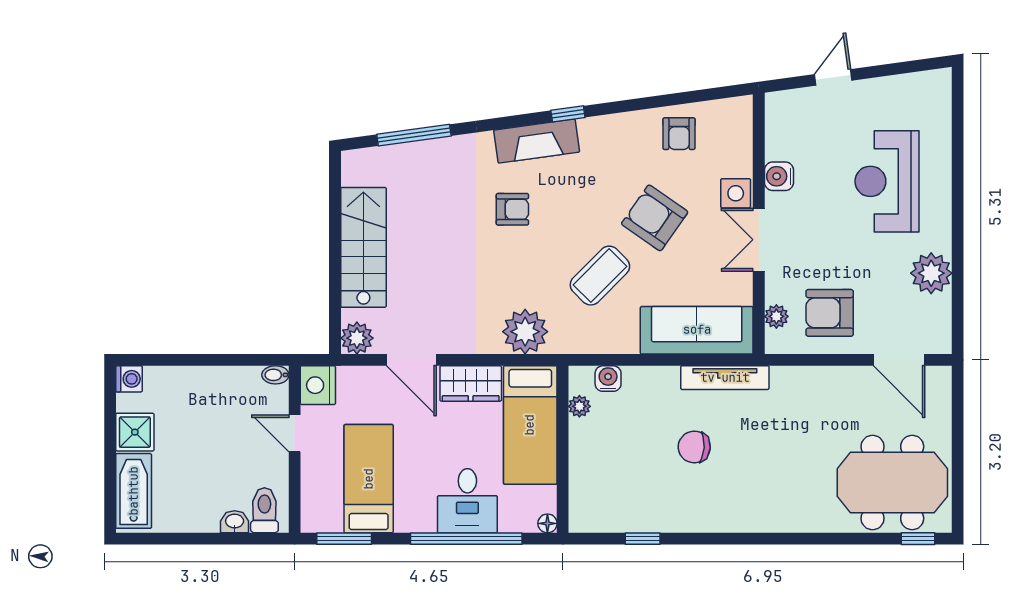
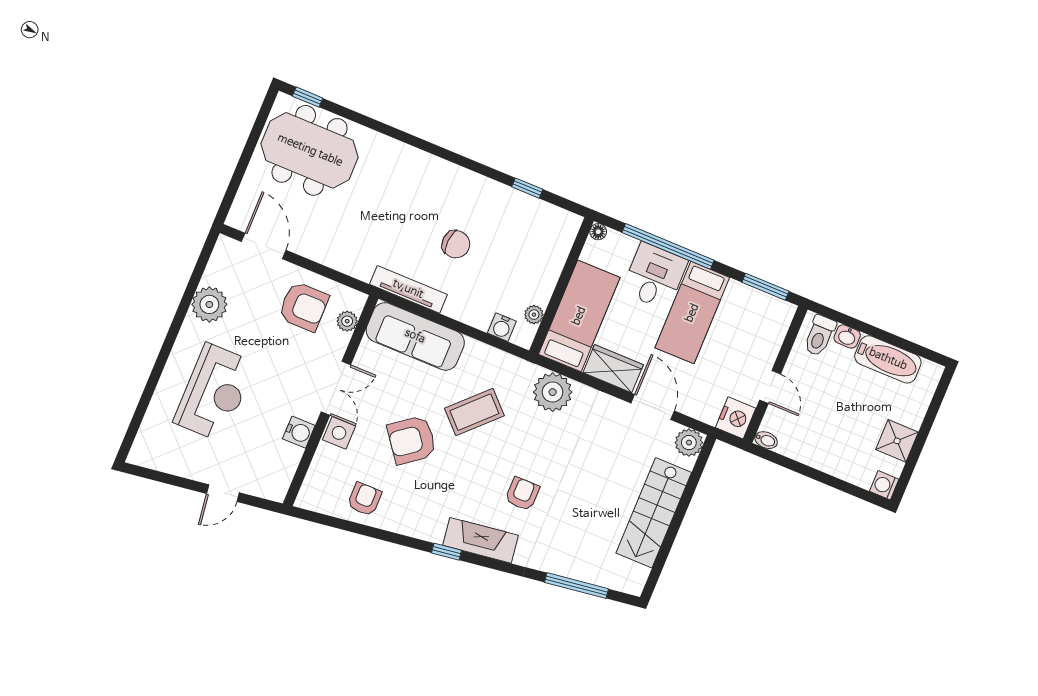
armchair: (512, 209) -> (522, 494), turned 90
armchair: (655, 218) -> (412, 440), turned 108
bed: (369, 479) -> (692, 313), moved
bathtub: (134, 491) -> (888, 359), moved, turned -90

